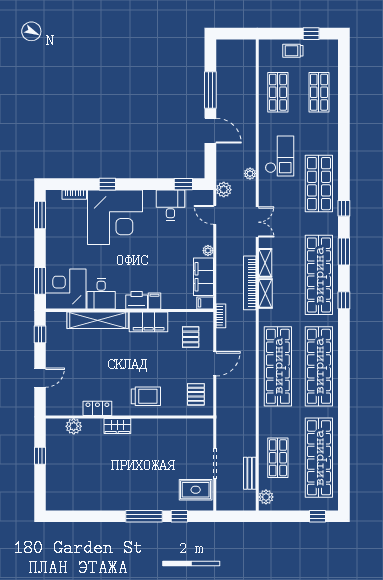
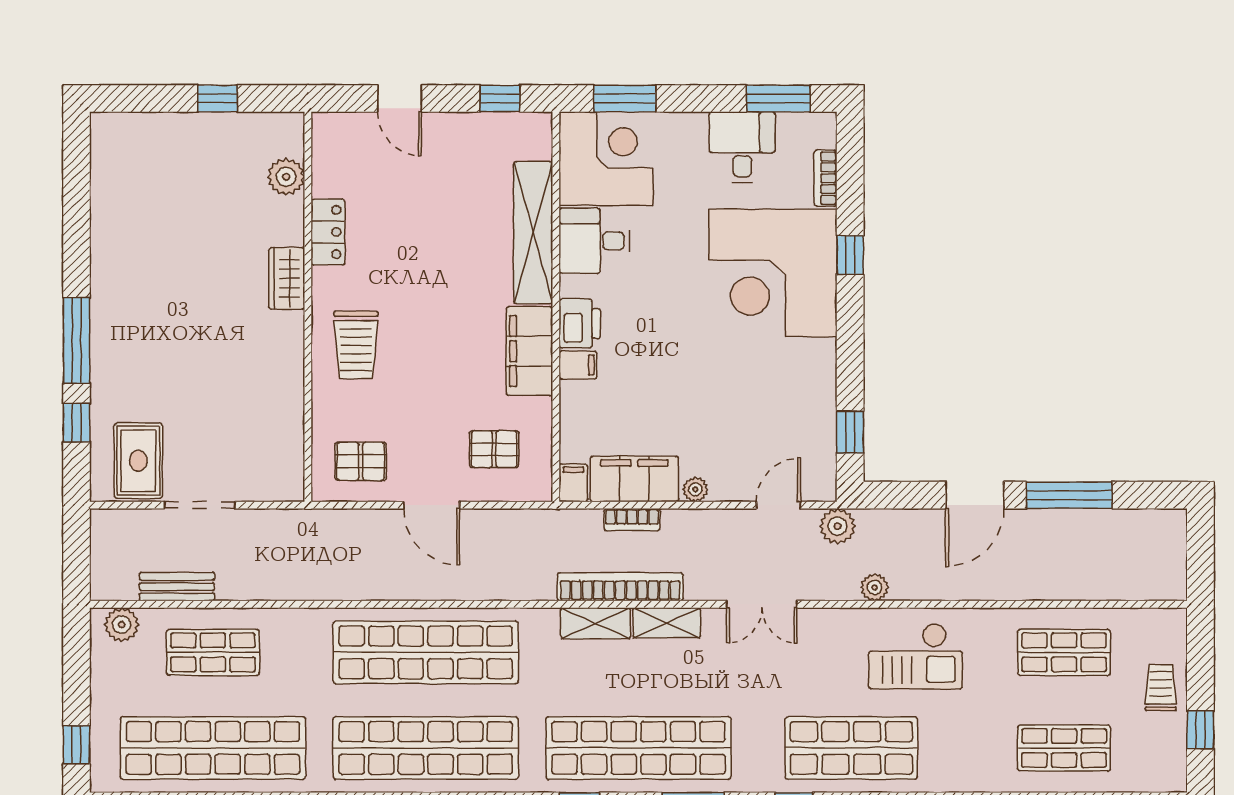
desk: (170, 205) -> (742, 147), moved, turned -90
bookcase: (221, 316) -> (632, 520), moved

